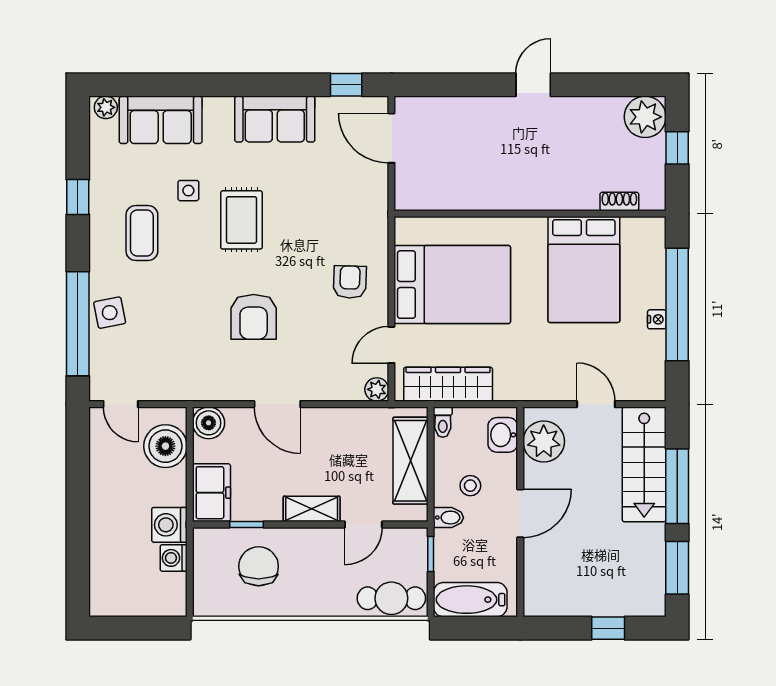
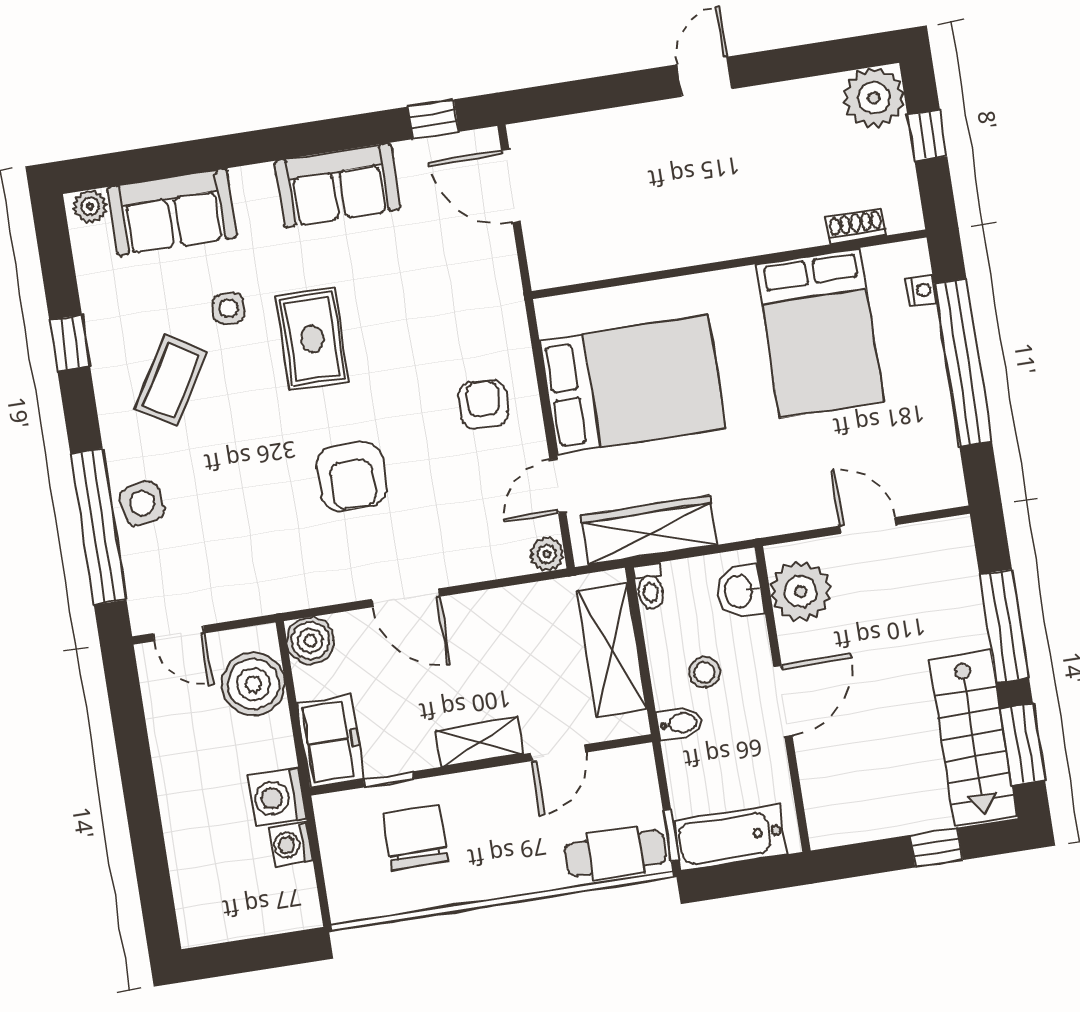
coffee table: (142, 233) -> (171, 380), turned 31
nightstand: (657, 319) -> (921, 290), moved
stairs: (644, 464) -> (973, 738), moved
window: (431, 554) -> (671, 835), moved

